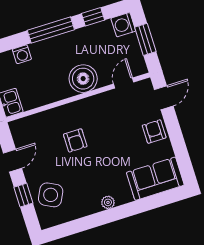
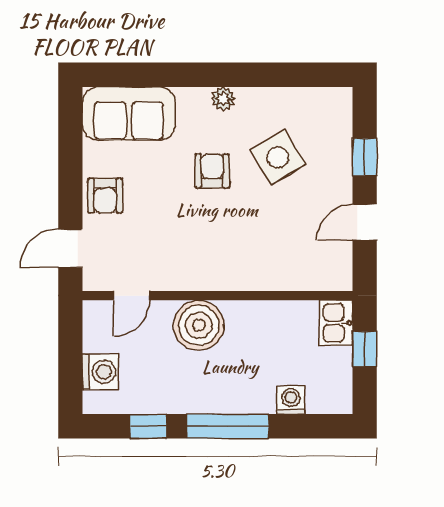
washing machine: (123, 25) -> (100, 372), moved
window: (145, 39) -> (70, 359), removed
armchair: (75, 140) -> (212, 171), moved
side table: (51, 195) -> (278, 157), moved, turned 32

